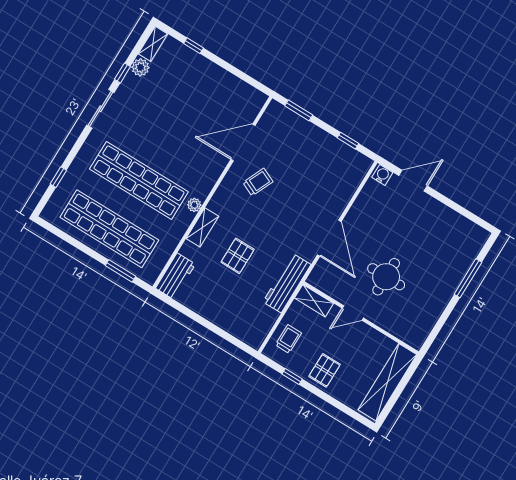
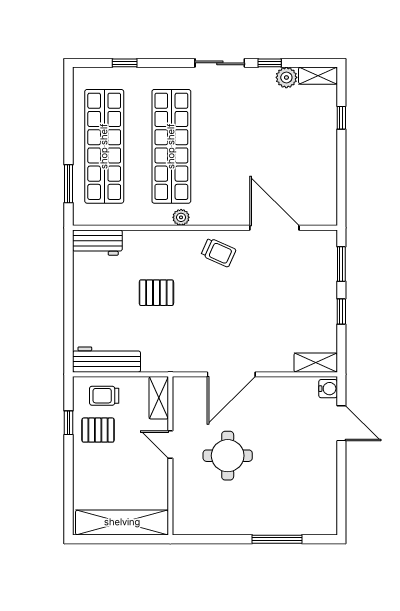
window: (348, 141) -> (341, 312), moved
trolley: (258, 182) -> (218, 252), moved
shelving: (202, 227) -> (316, 363), moved
workbench: (287, 283) -> (107, 360), moved
trolley: (288, 339) -> (104, 396), turned 180
pallet: (325, 370) -> (98, 430), moved

